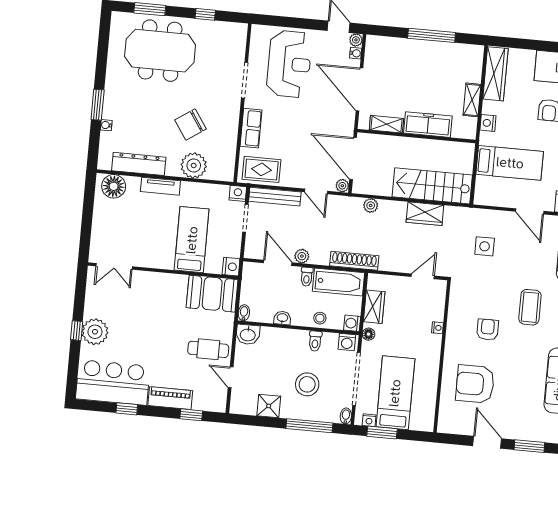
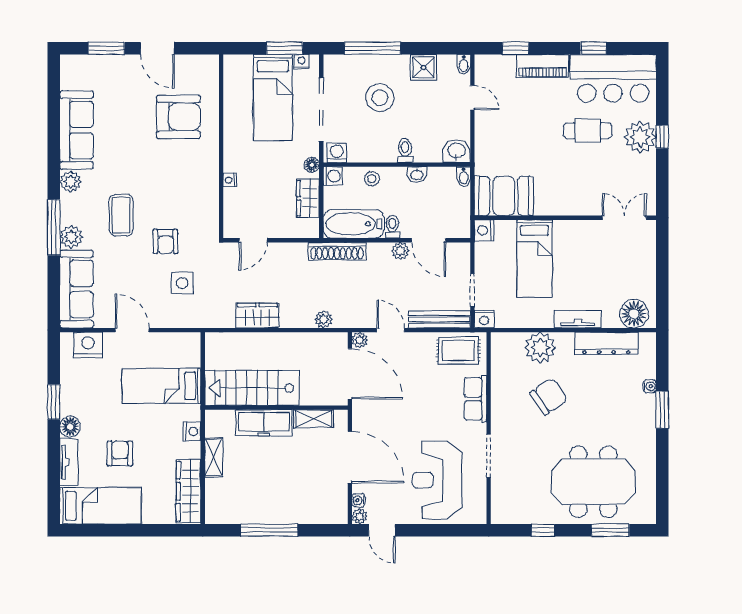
stairs: (432, 186) -> (252, 388), moved, turned 180
armchair: (488, 330) -> (165, 241), moved
toilet: (315, 341) -> (405, 151), moved
cafe table: (208, 349) -> (588, 131), moved
bidet: (346, 416) -> (464, 64), moved

